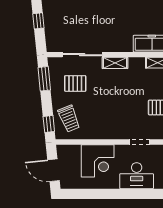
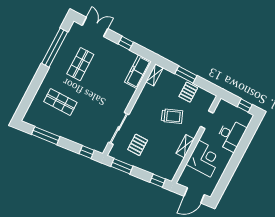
window: (38, 21) -> (87, 152), moved
shelving: (115, 63) -> (185, 146), moved
trolley: (69, 119) -> (172, 116), moved

